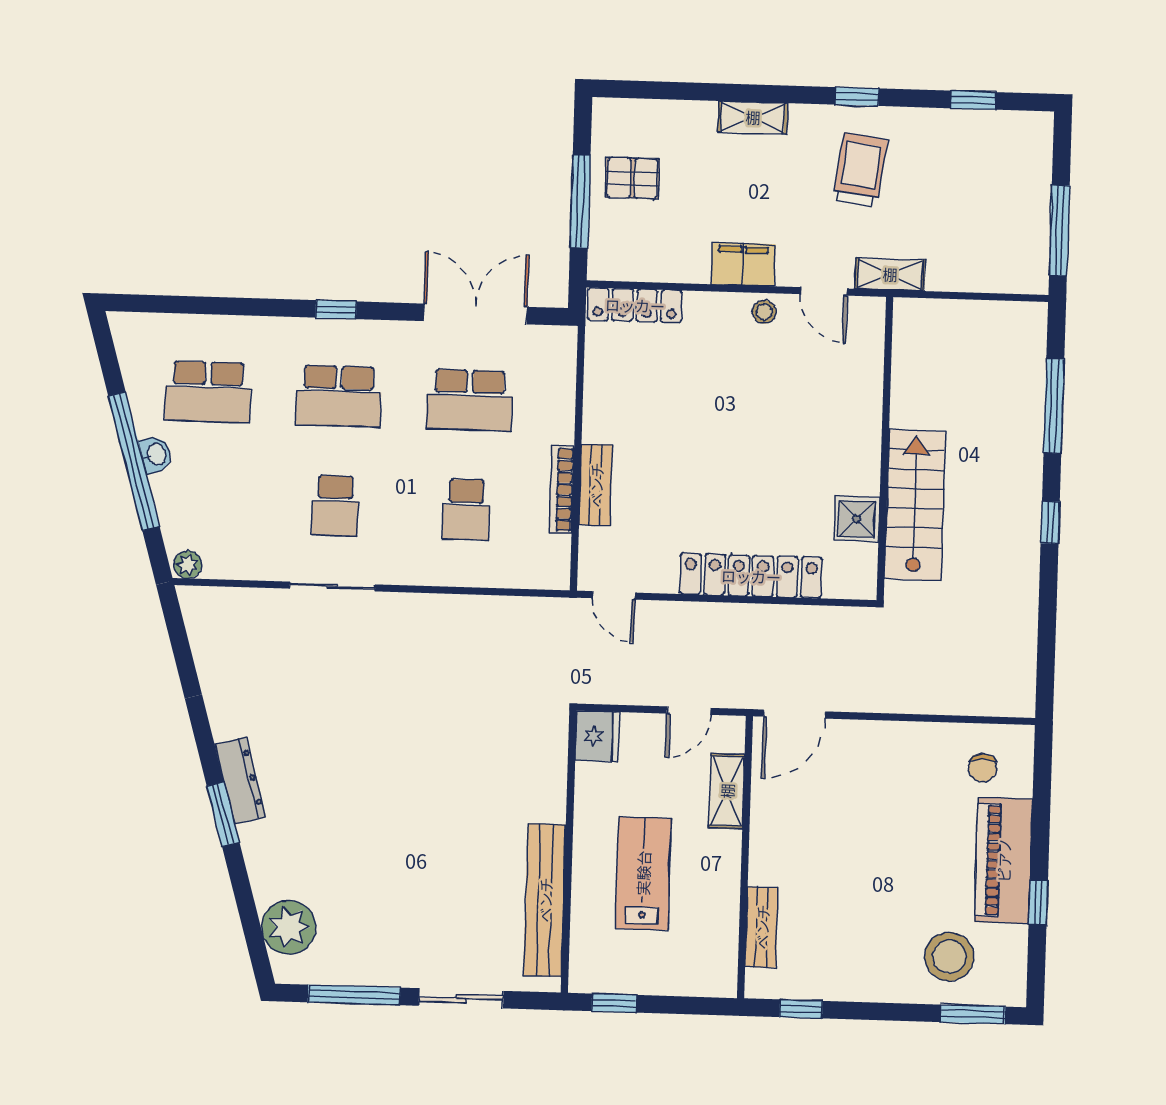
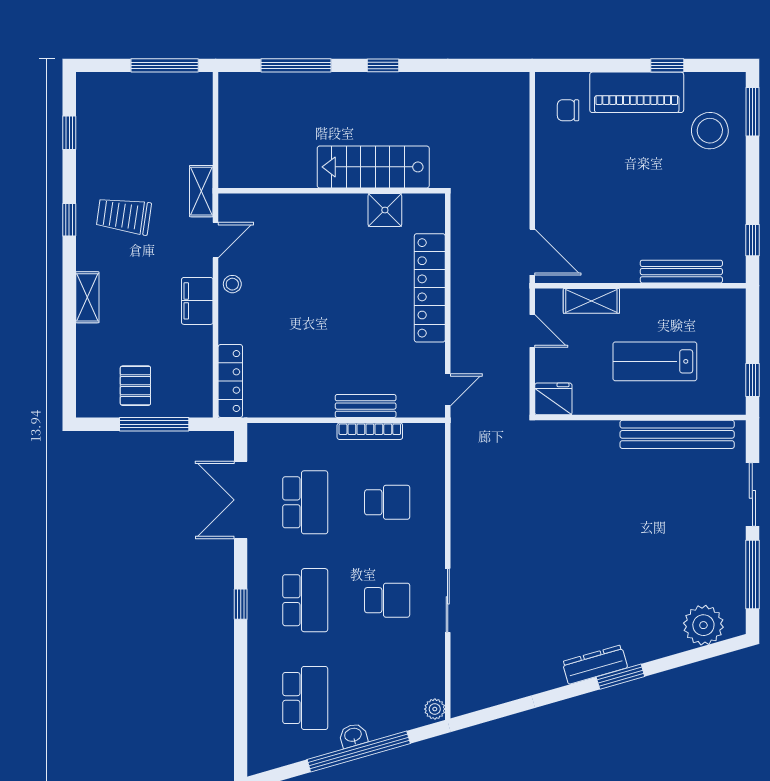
chair: (982, 768) -> (568, 110), turned 180
bench: (762, 927) -> (681, 272), width x1.36

